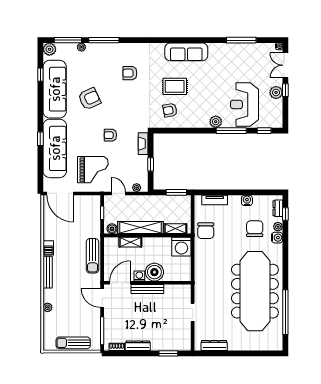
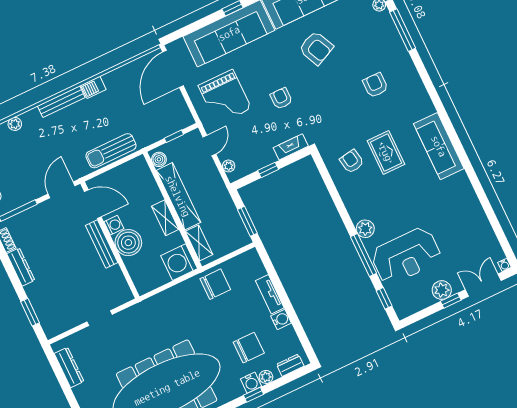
window: (241, 40) -> (489, 211), removed
reception desk: (244, 104) -> (406, 256), turned 180
tv unit: (215, 200) -> (270, 294), moved
window: (285, 214) -> (254, 395), moved
chair: (206, 231) -> (215, 284), turned 180
shelving: (130, 242) -> (165, 218), moved

